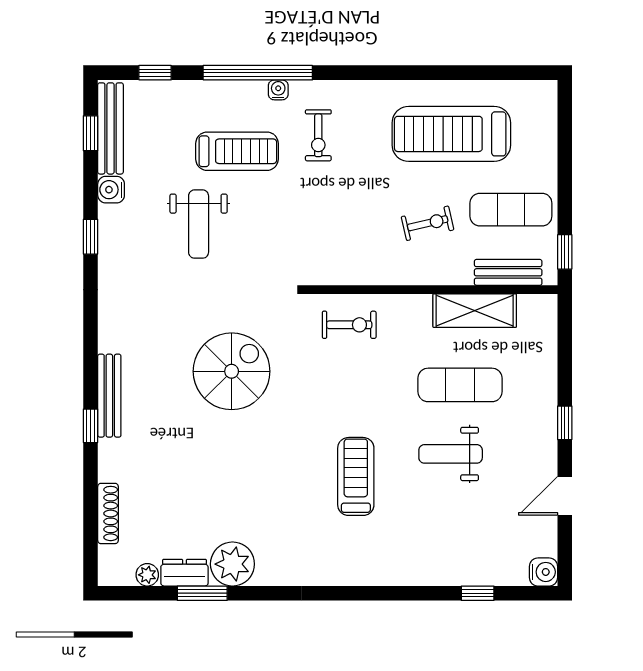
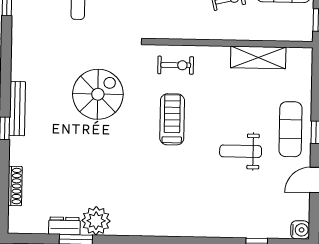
bench: (508, 272) -> (281, 33), removed
exercise mat: (460, 385) -> (291, 129), moved, turned 90
treadmill: (356, 476) -> (172, 119), moved
plant: (147, 575) -> (40, 227), removed

